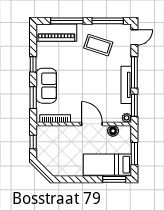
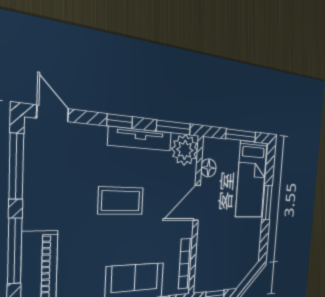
coffee table: (98, 45) -> (121, 201), moved, turned 72
window: (134, 72) -> (120, 121), width x0.46
plant: (127, 118) -> (185, 150), width x1.88, depth x1.88
window: (114, 179) -> (267, 202), moved

